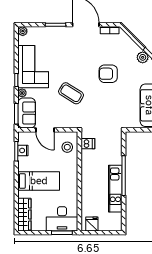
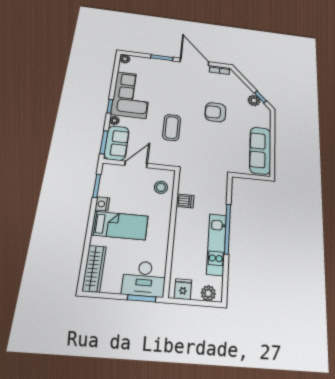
coffee table: (71, 93) -> (172, 128), turned 58
door: (45, 130) -> (136, 164), swing flipped
dishwasher: (88, 144) -> (185, 201), moved
nightstand: (23, 150) -> (102, 204), moved
plant: (111, 225) -> (208, 293), added

